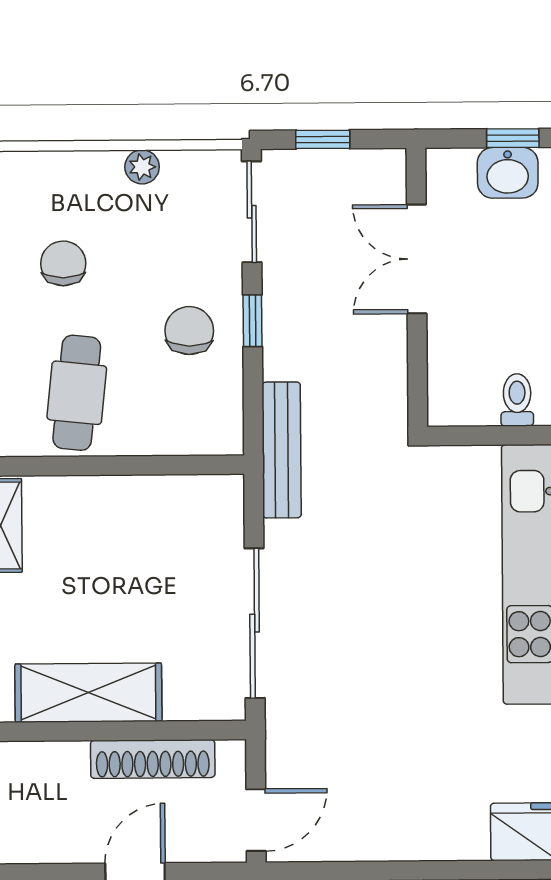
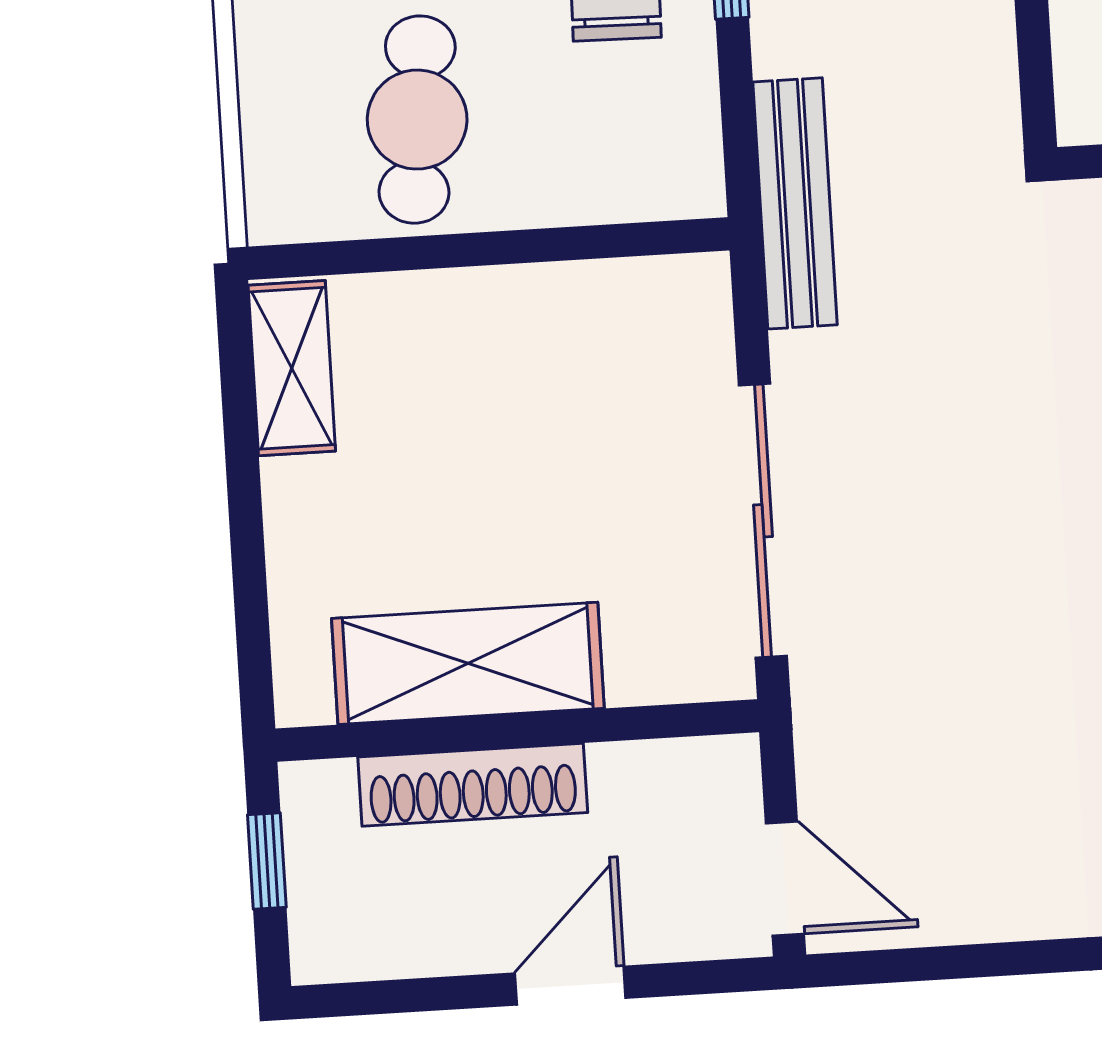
shoe rack: (153, 759) -> (473, 785), moved
door: (256, 820) -> (785, 878), hinge flipped

